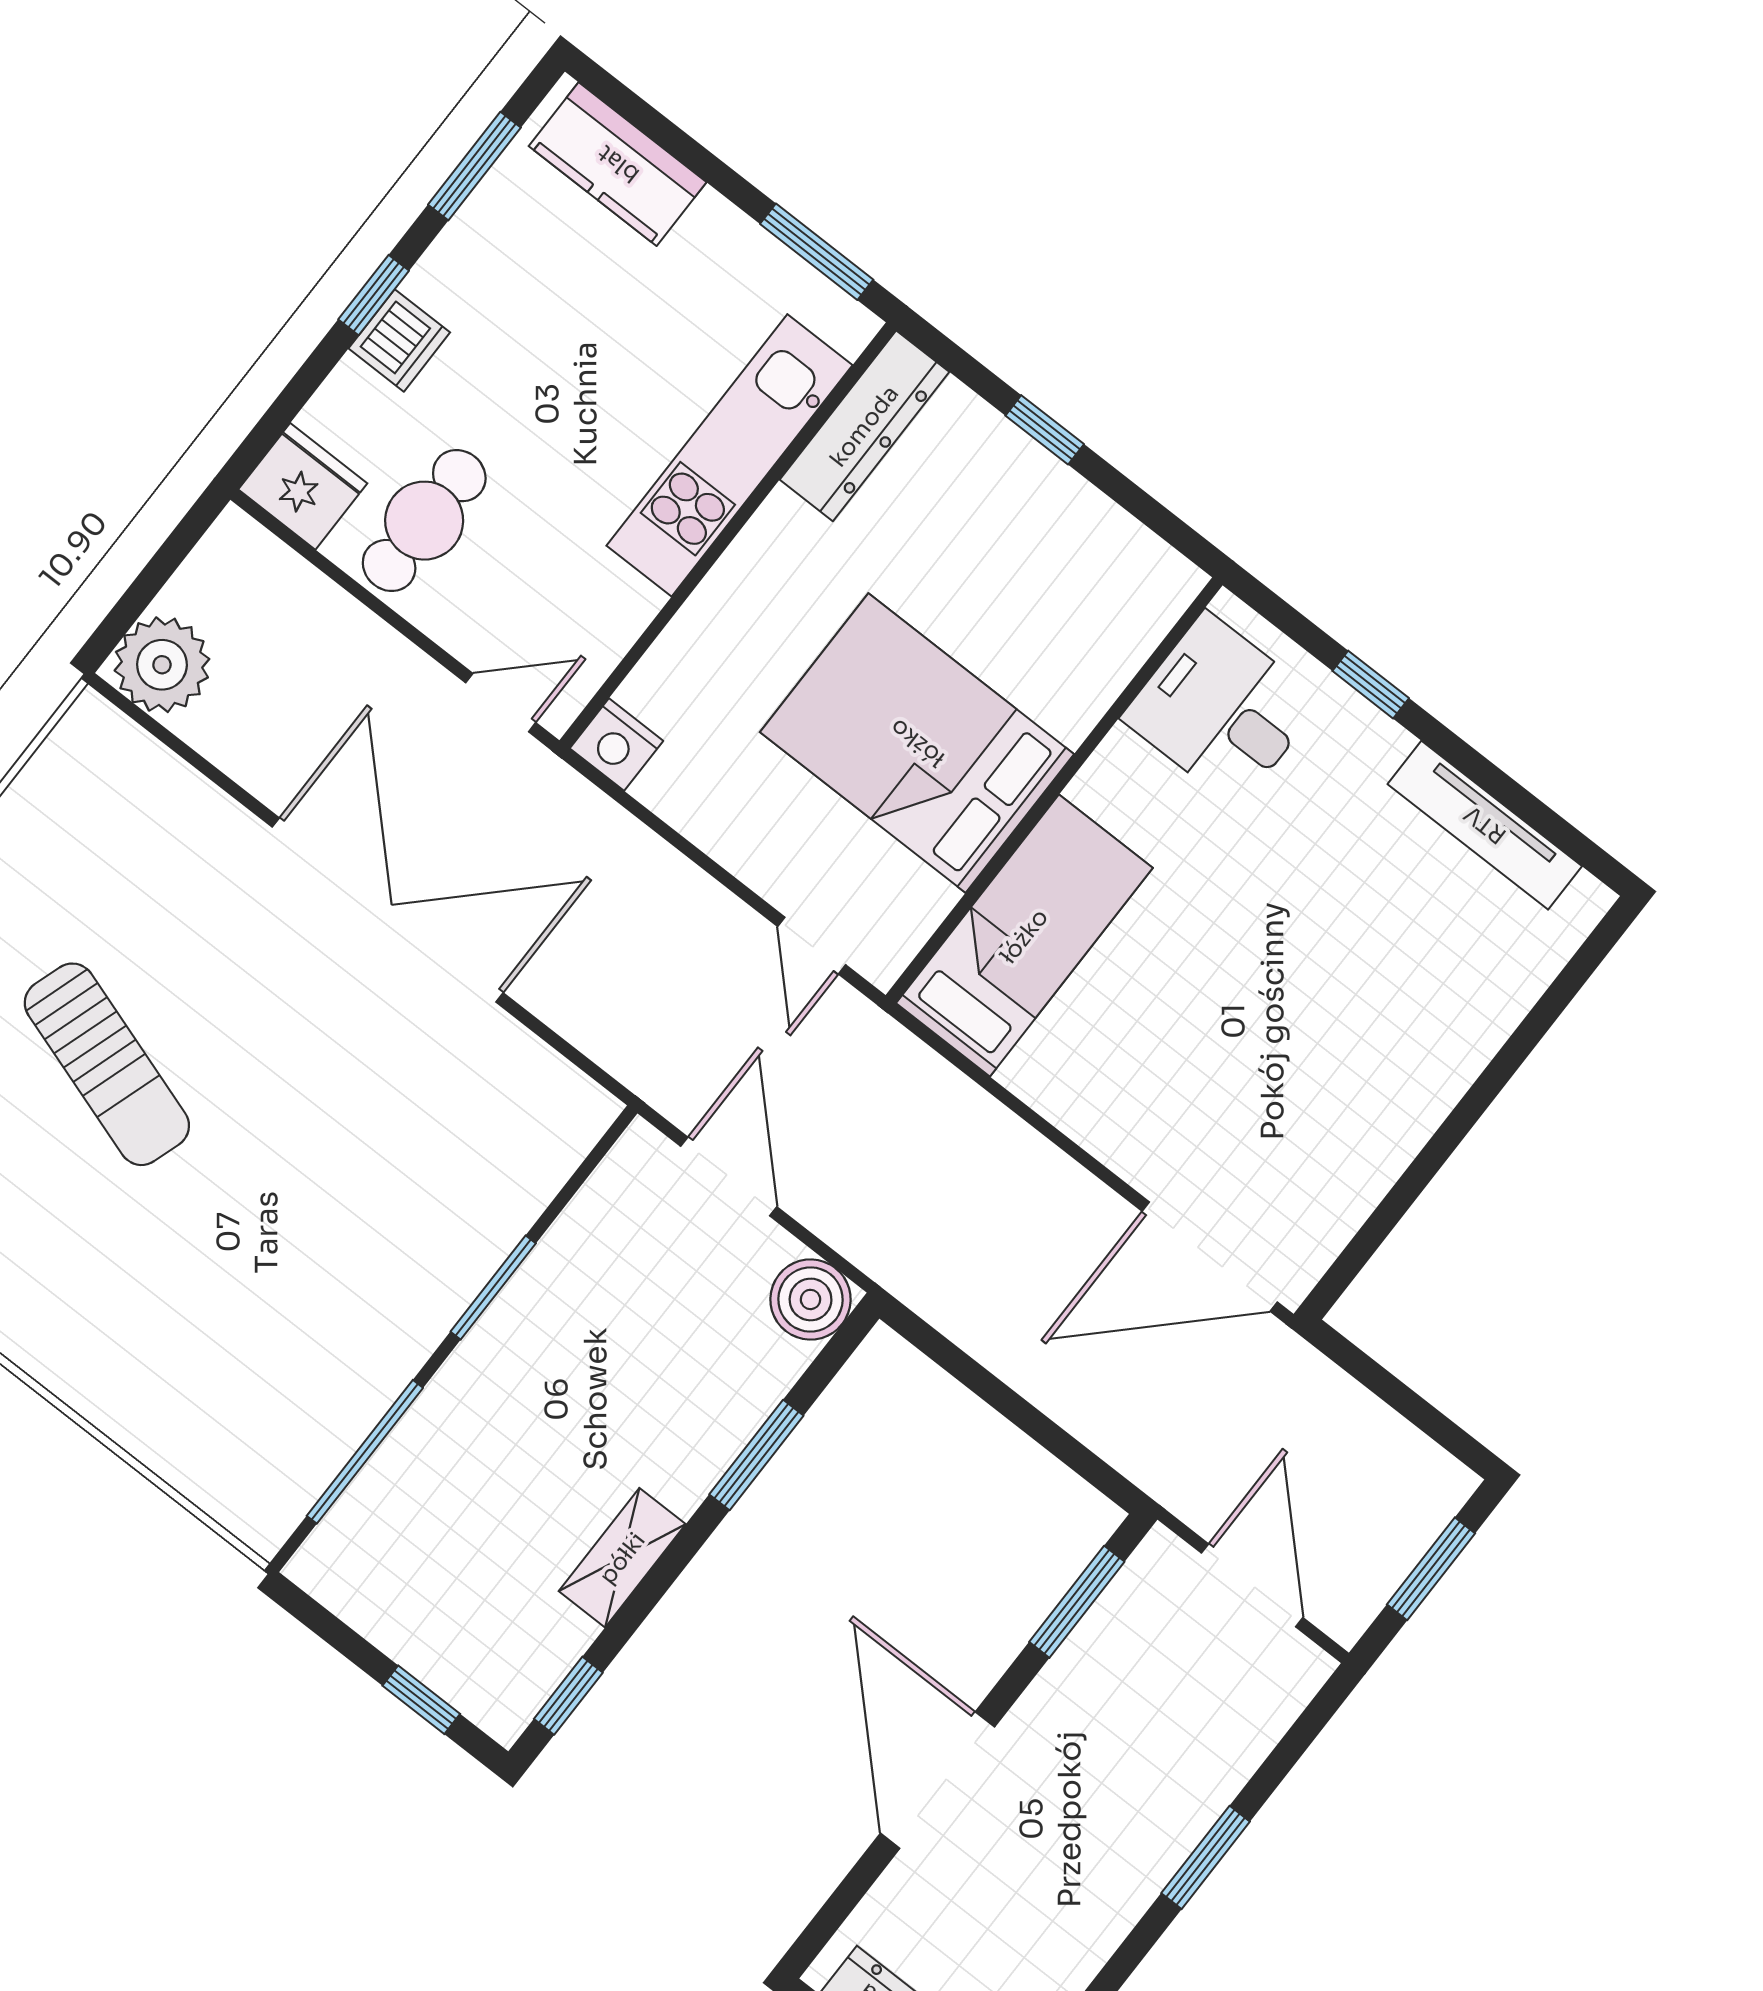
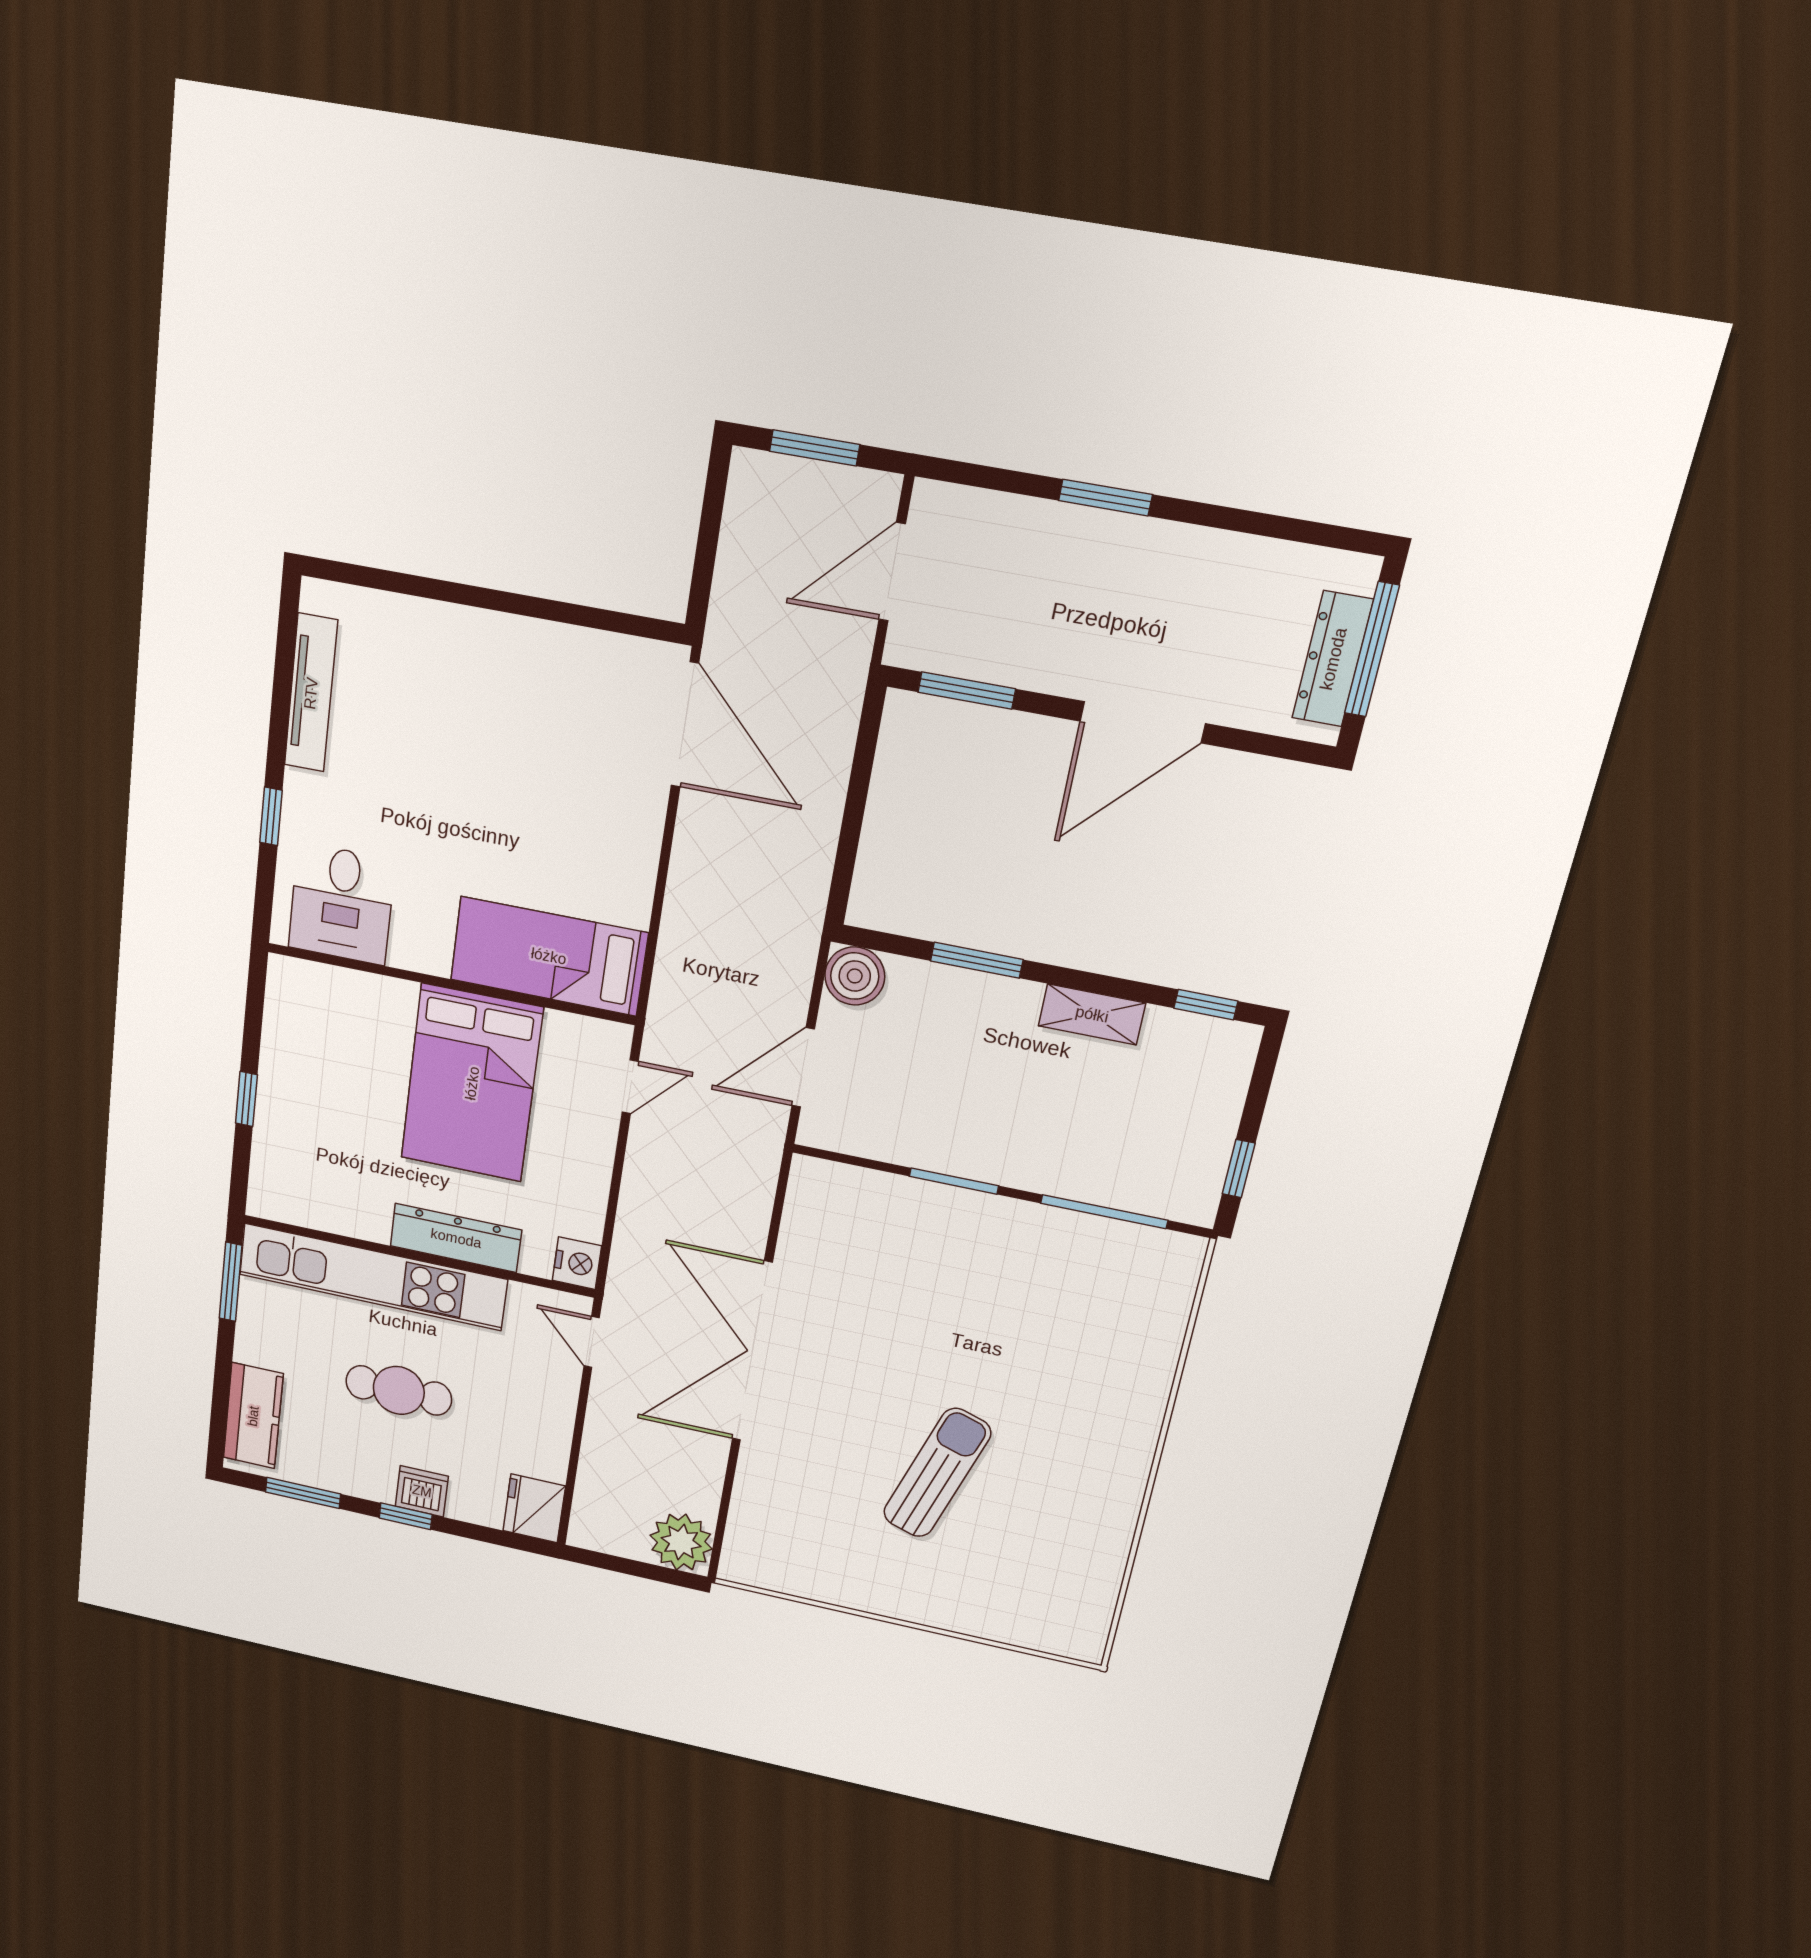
dresser: (864, 426) -> (456, 1238), moved
kitchen unit: (729, 455) -> (373, 1277), width x1.36
cafe table: (424, 521) -> (399, 1390), moved
window: (421, 1700) -> (1239, 1169), moved

